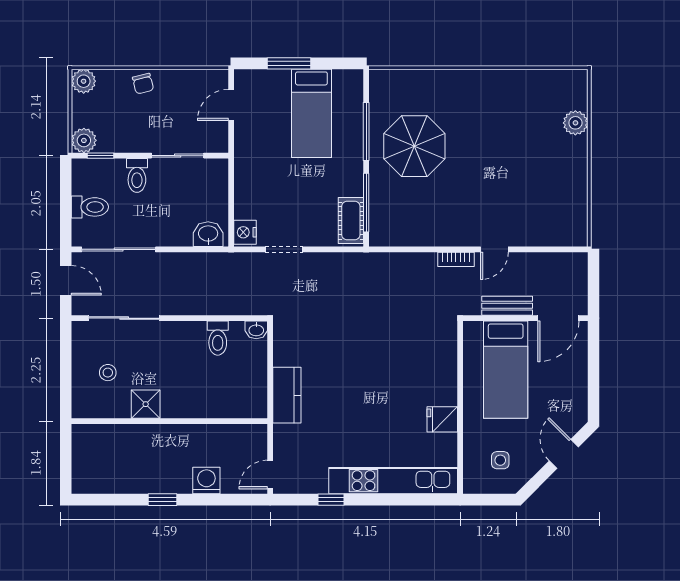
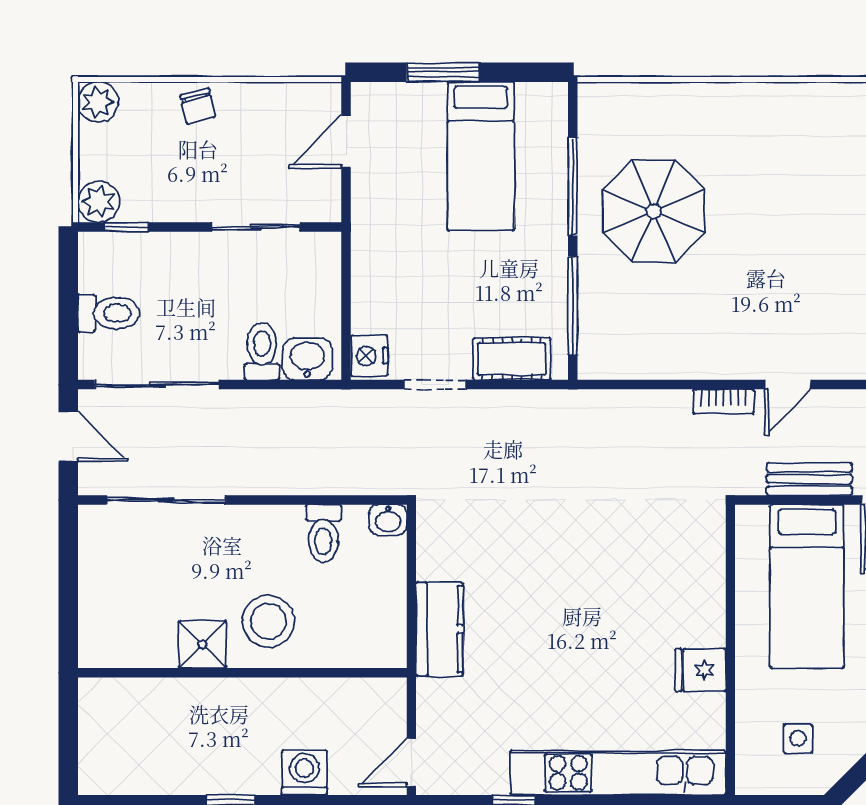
toilet: (137, 175) -> (262, 351), moved, turned 180
cot: (351, 221) -> (512, 359), moved, turned 90
stool: (108, 373) -> (268, 621), moved, width x1.89, depth x1.89

